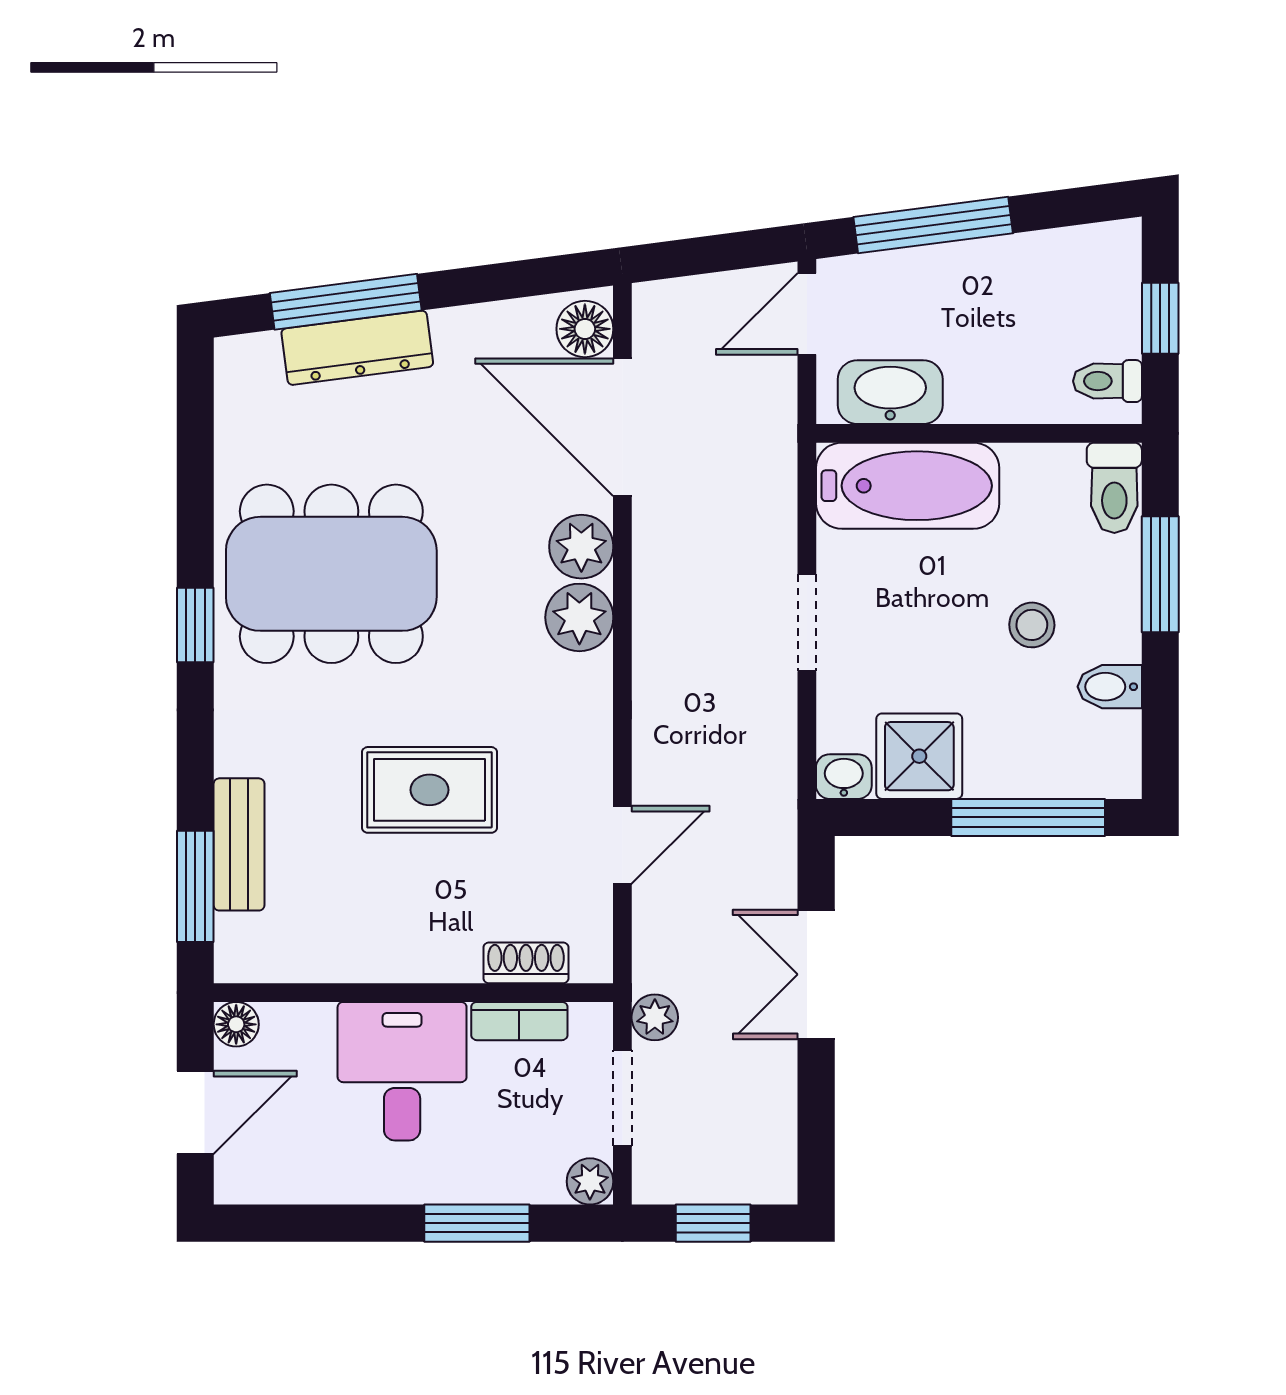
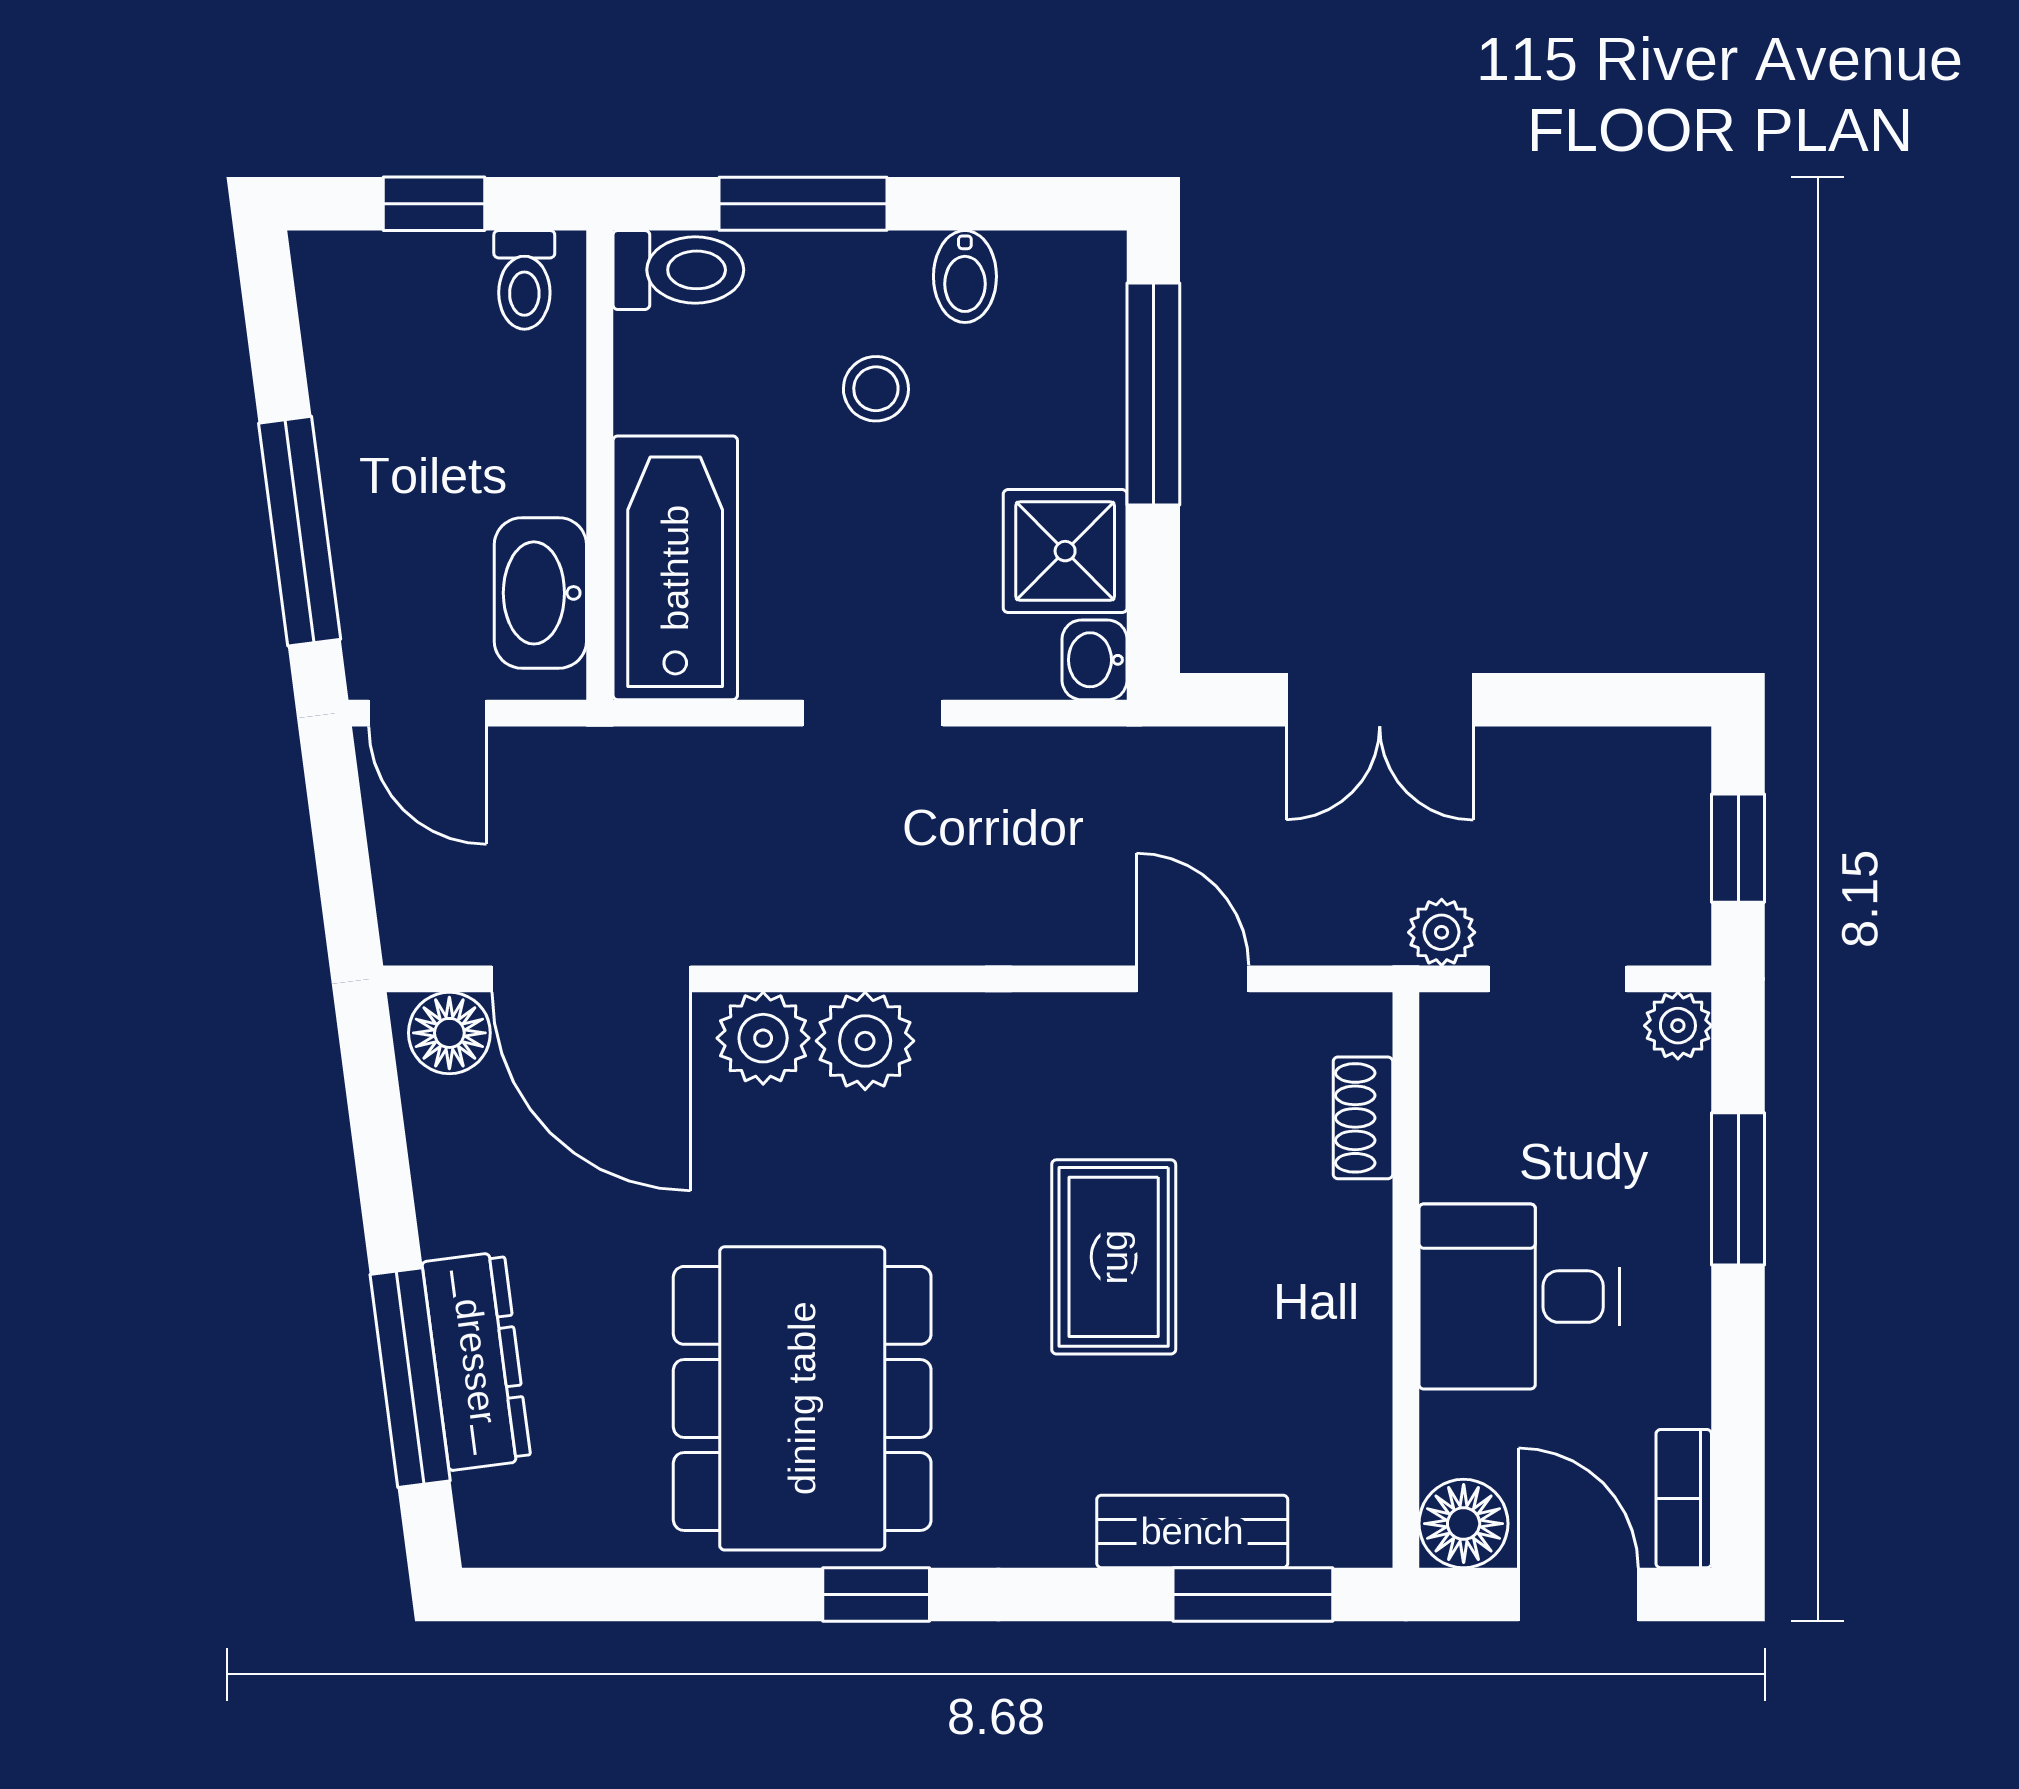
door: (622, 427) -> (591, 979), hinge flipped
bookcase: (519, 1021) -> (1684, 1499), moved, turned 180
floor lamp: (236, 1024) -> (1464, 1524), width x1.37, depth x1.37

